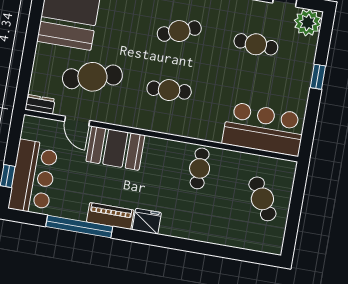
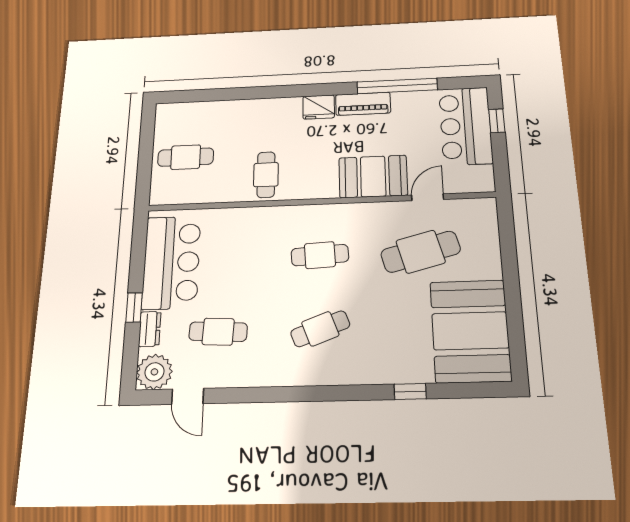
dresser: (40, 104) -> (150, 329), moved, turned -90
door: (77, 121) -> (428, 197), hinge flipped
bar counter: (264, 129) -> (171, 262), moved, turned -90
cafe table: (262, 199) -> (186, 157), turned -59

